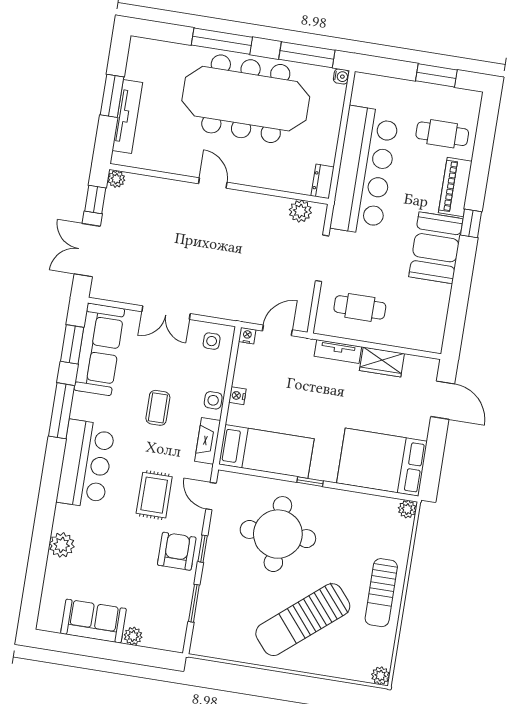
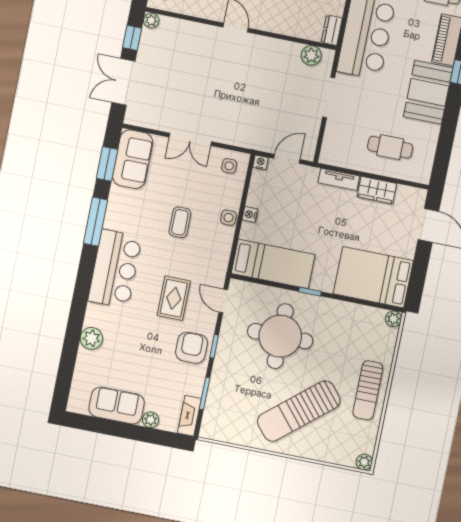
cafe table: (360, 307) -> (390, 147), moved
sofa: (99, 349) -> (133, 159), width x0.73
fireplace: (208, 441) -> (189, 416), moved

